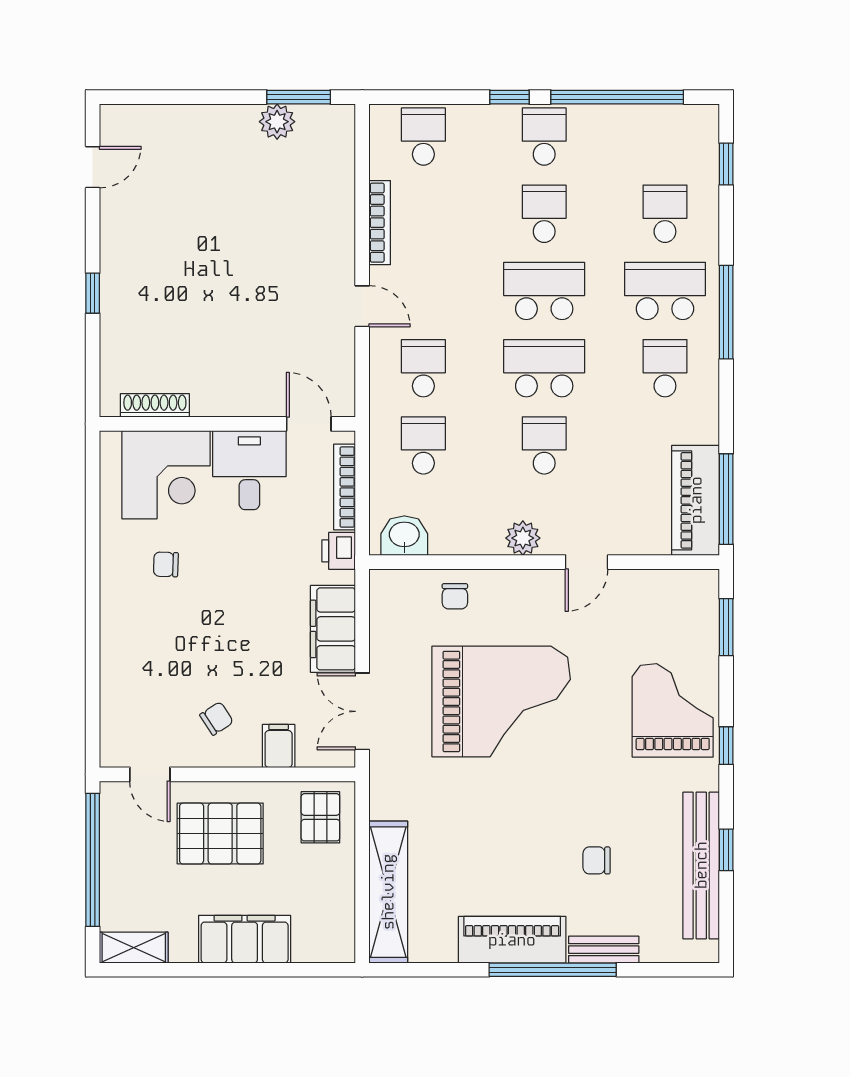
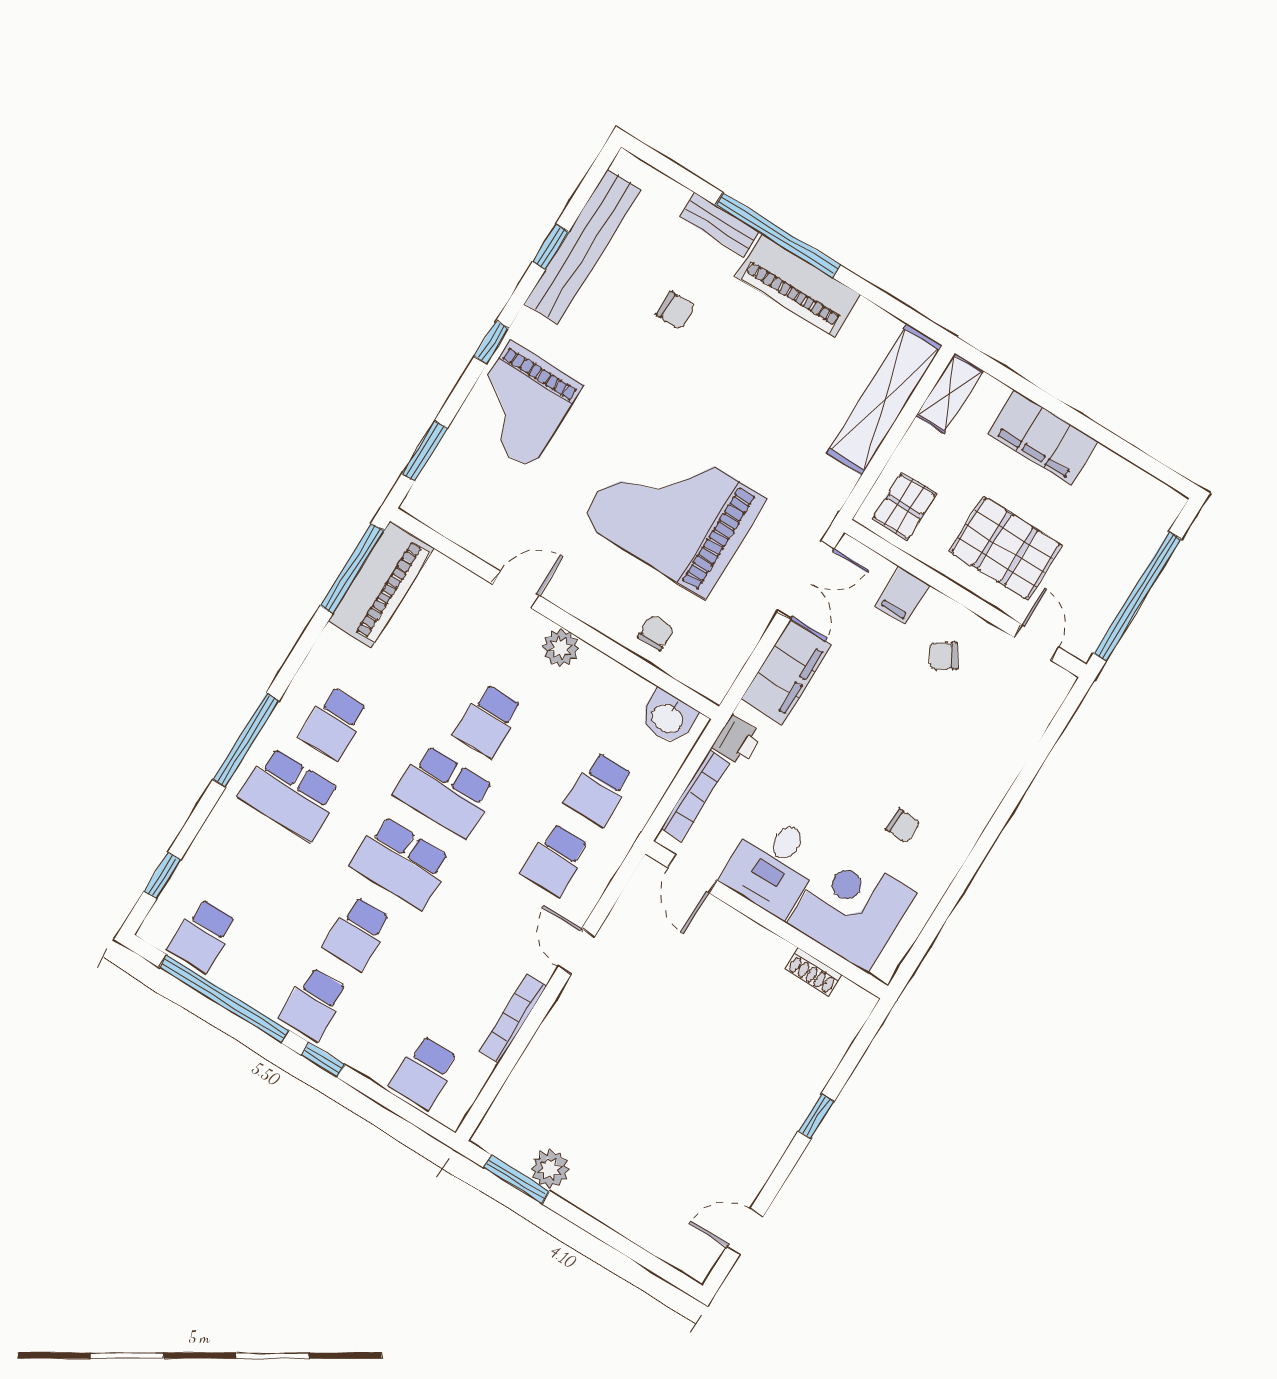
school desk: (665, 214) -> (203, 936), moved
shoe rack: (155, 405) -> (813, 972), width x0.70
shelving: (134, 948) -> (949, 393), moved, turned 90

